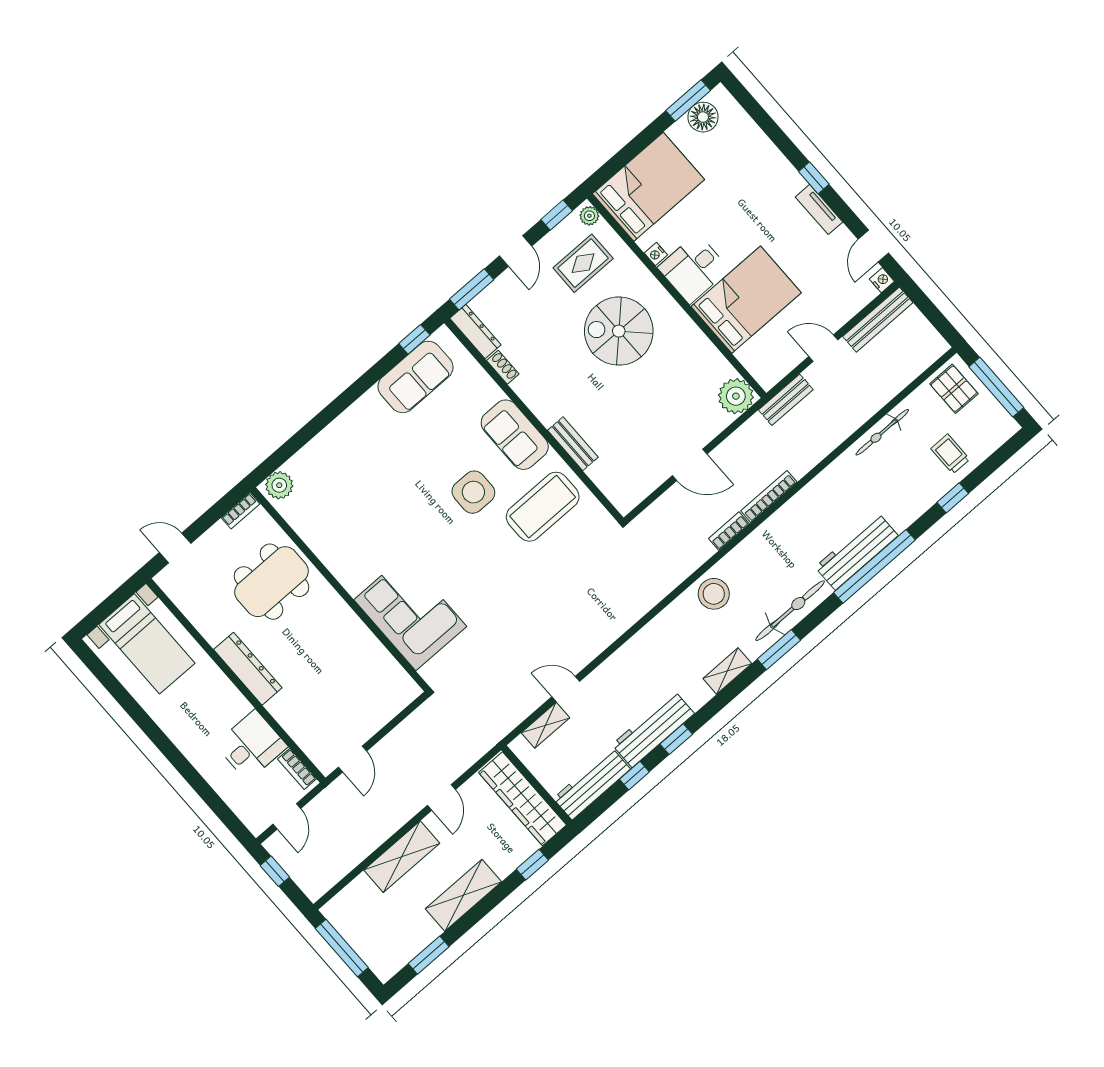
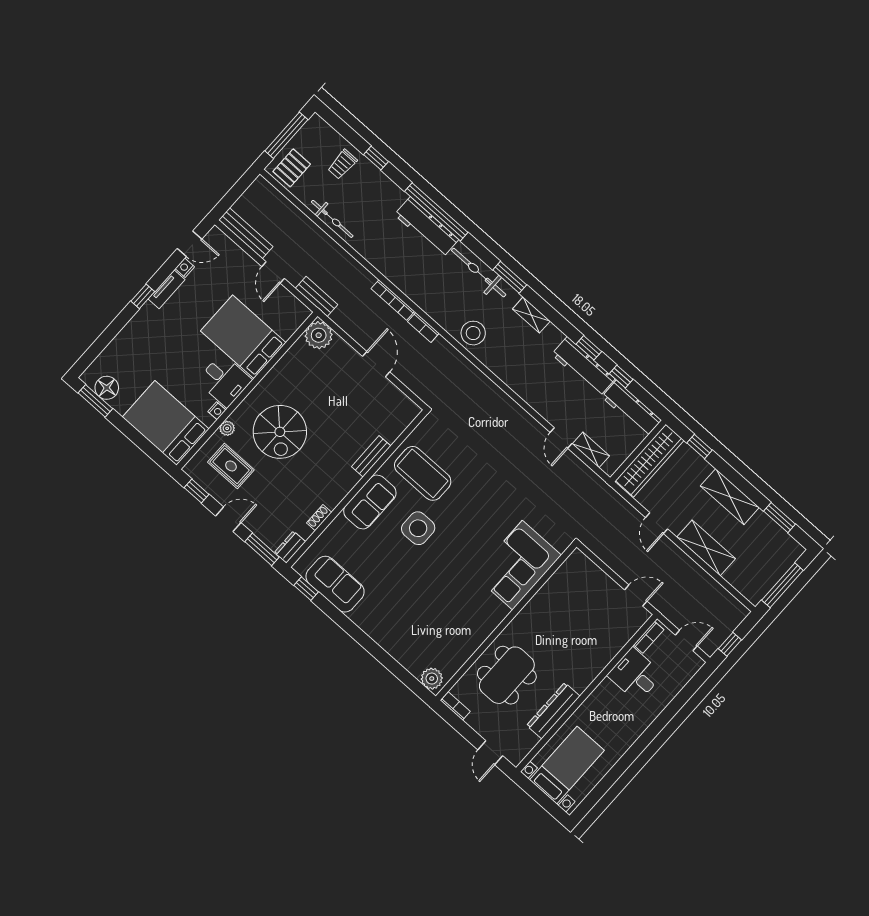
plant: (589, 216) -> (227, 428), moved
nightstand: (882, 280) -> (185, 268), moved
dresser: (475, 332) -> (290, 547), width x0.70
dining table: (271, 582) -> (507, 675), turned 90
dresser: (248, 669) -> (553, 711), moved
door: (441, 797) -> (657, 523), swing flipped

